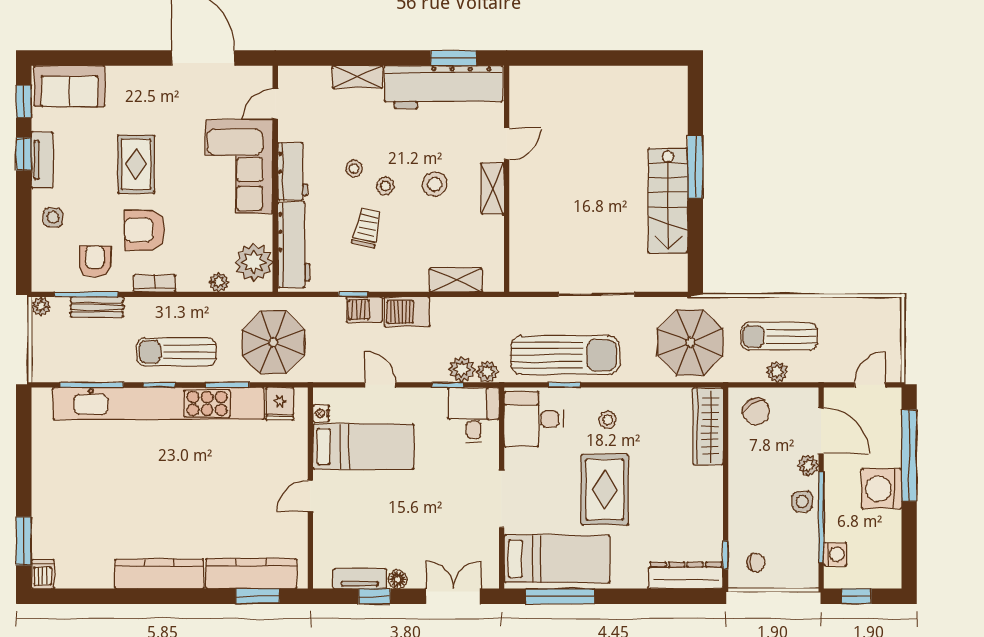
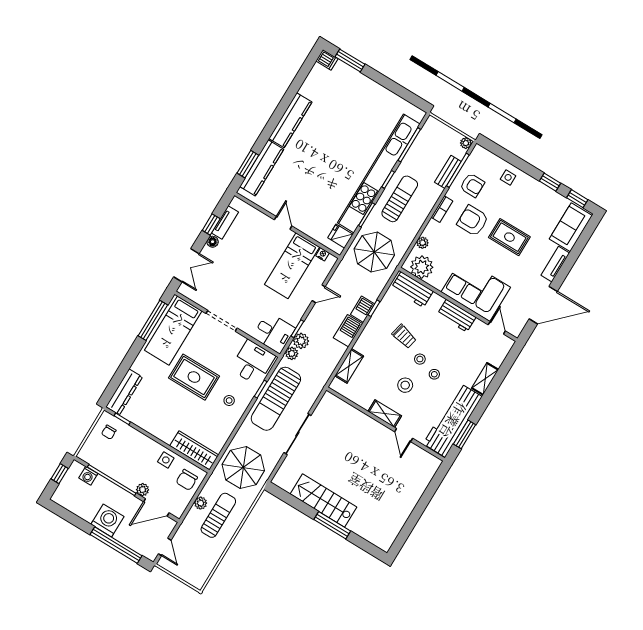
tv unit: (42, 160) -> (555, 264), moved, turned 90
stool: (354, 169) -> (434, 374), moved
armchair: (144, 230) -> (473, 221), turned -90
workbench: (294, 245) -> (412, 290), width x0.73
chair: (756, 411) -> (187, 480), turned -59
side table: (802, 501) -> (166, 460), moved

